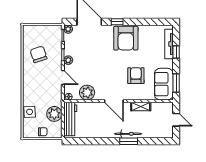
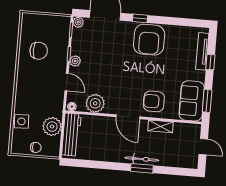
chair: (39, 54) -> (39, 51), turned 108
armchair: (136, 76) -> (154, 101), moved, turned -90

